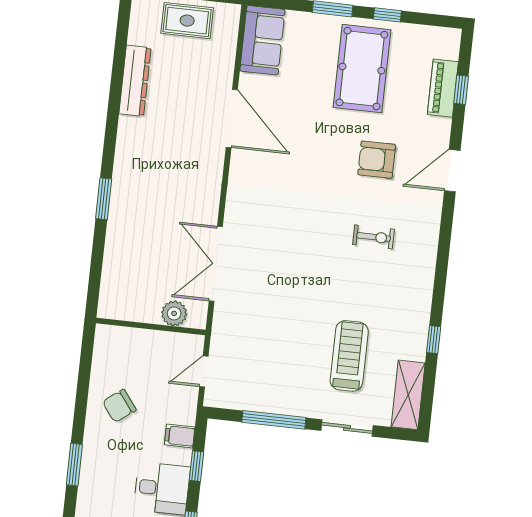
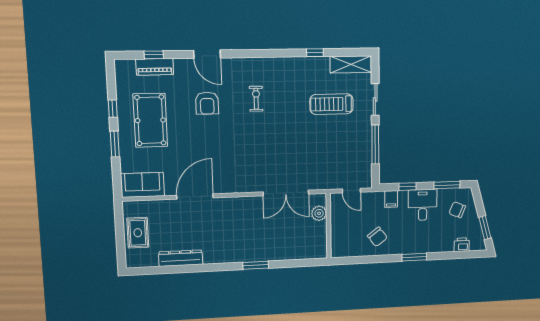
pool table: (362, 69) -> (150, 120), turned 90

